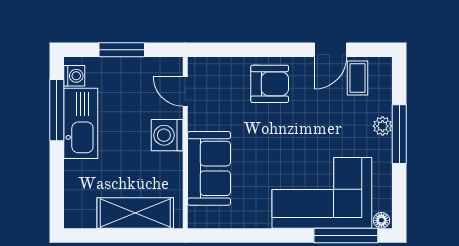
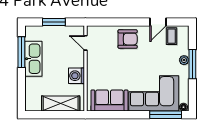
washing machine: (74, 76) -> (30, 35), removed
washing machine: (167, 135) -> (76, 76), moved
sofa: (209, 168) -> (109, 100), moved, turned -90

